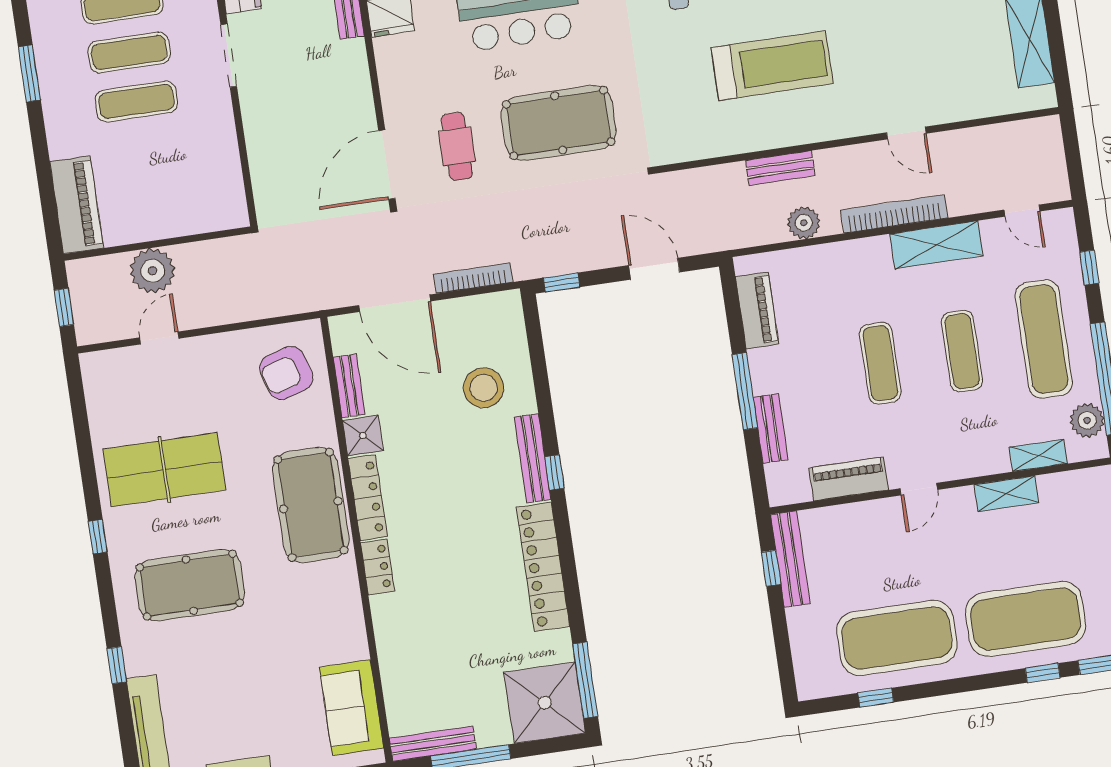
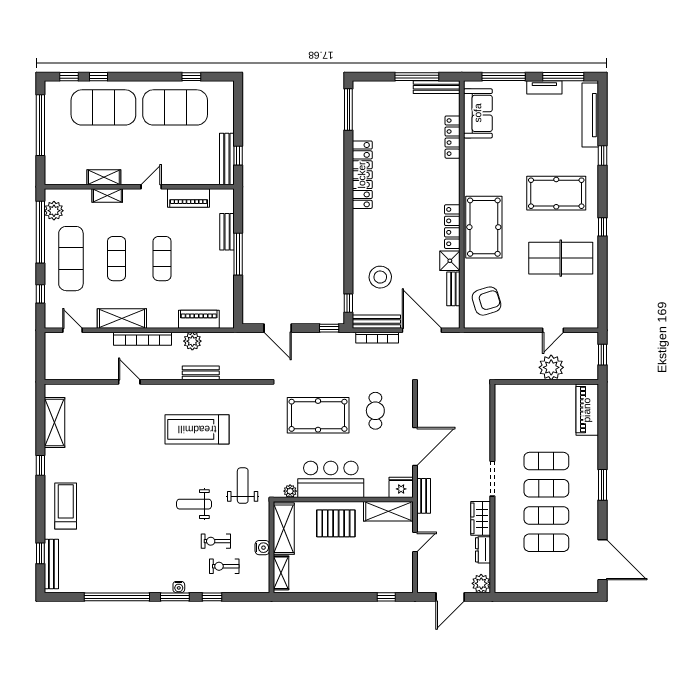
door: (387, 165) -> (415, 446), moved
piano: (757, 310) -> (199, 319), moved, turned 90
shelving: (1038, 455) -> (107, 196), moved
bench: (533, 458) -> (376, 322), moved, turned 90
window: (554, 472) -> (348, 303), moved
locker: (377, 567) -> (452, 137), moved, width x1.53
shower: (545, 703) -> (372, 101), removed

